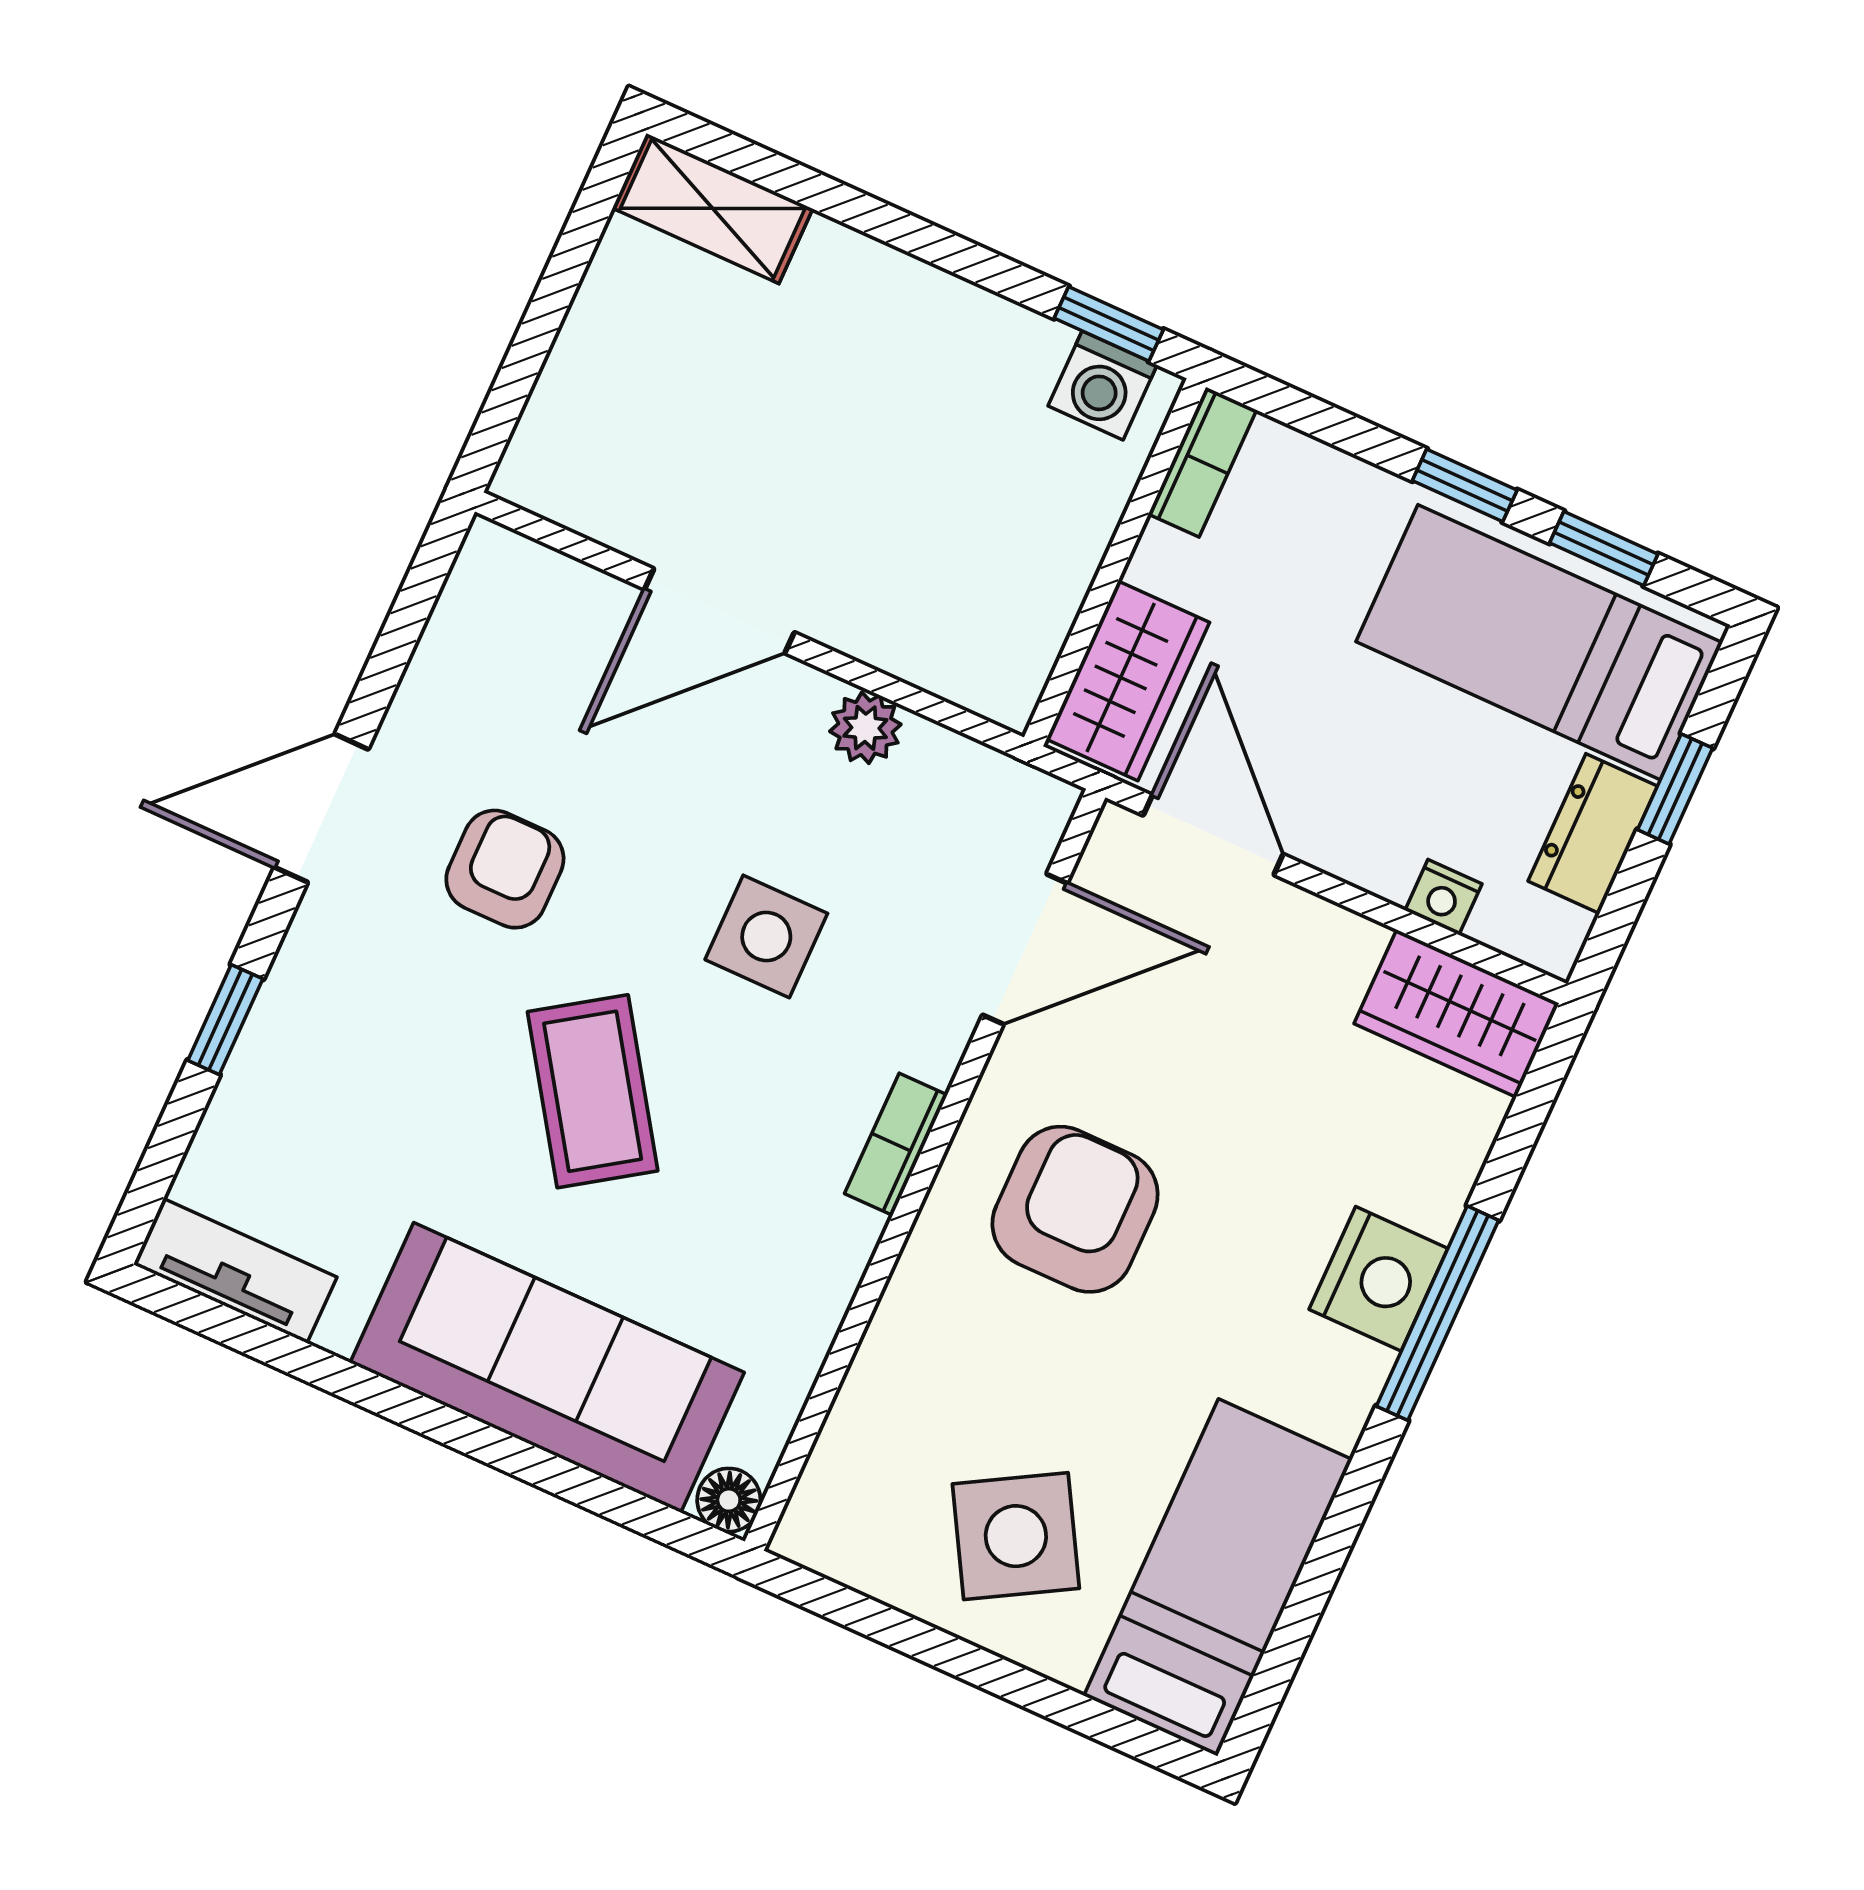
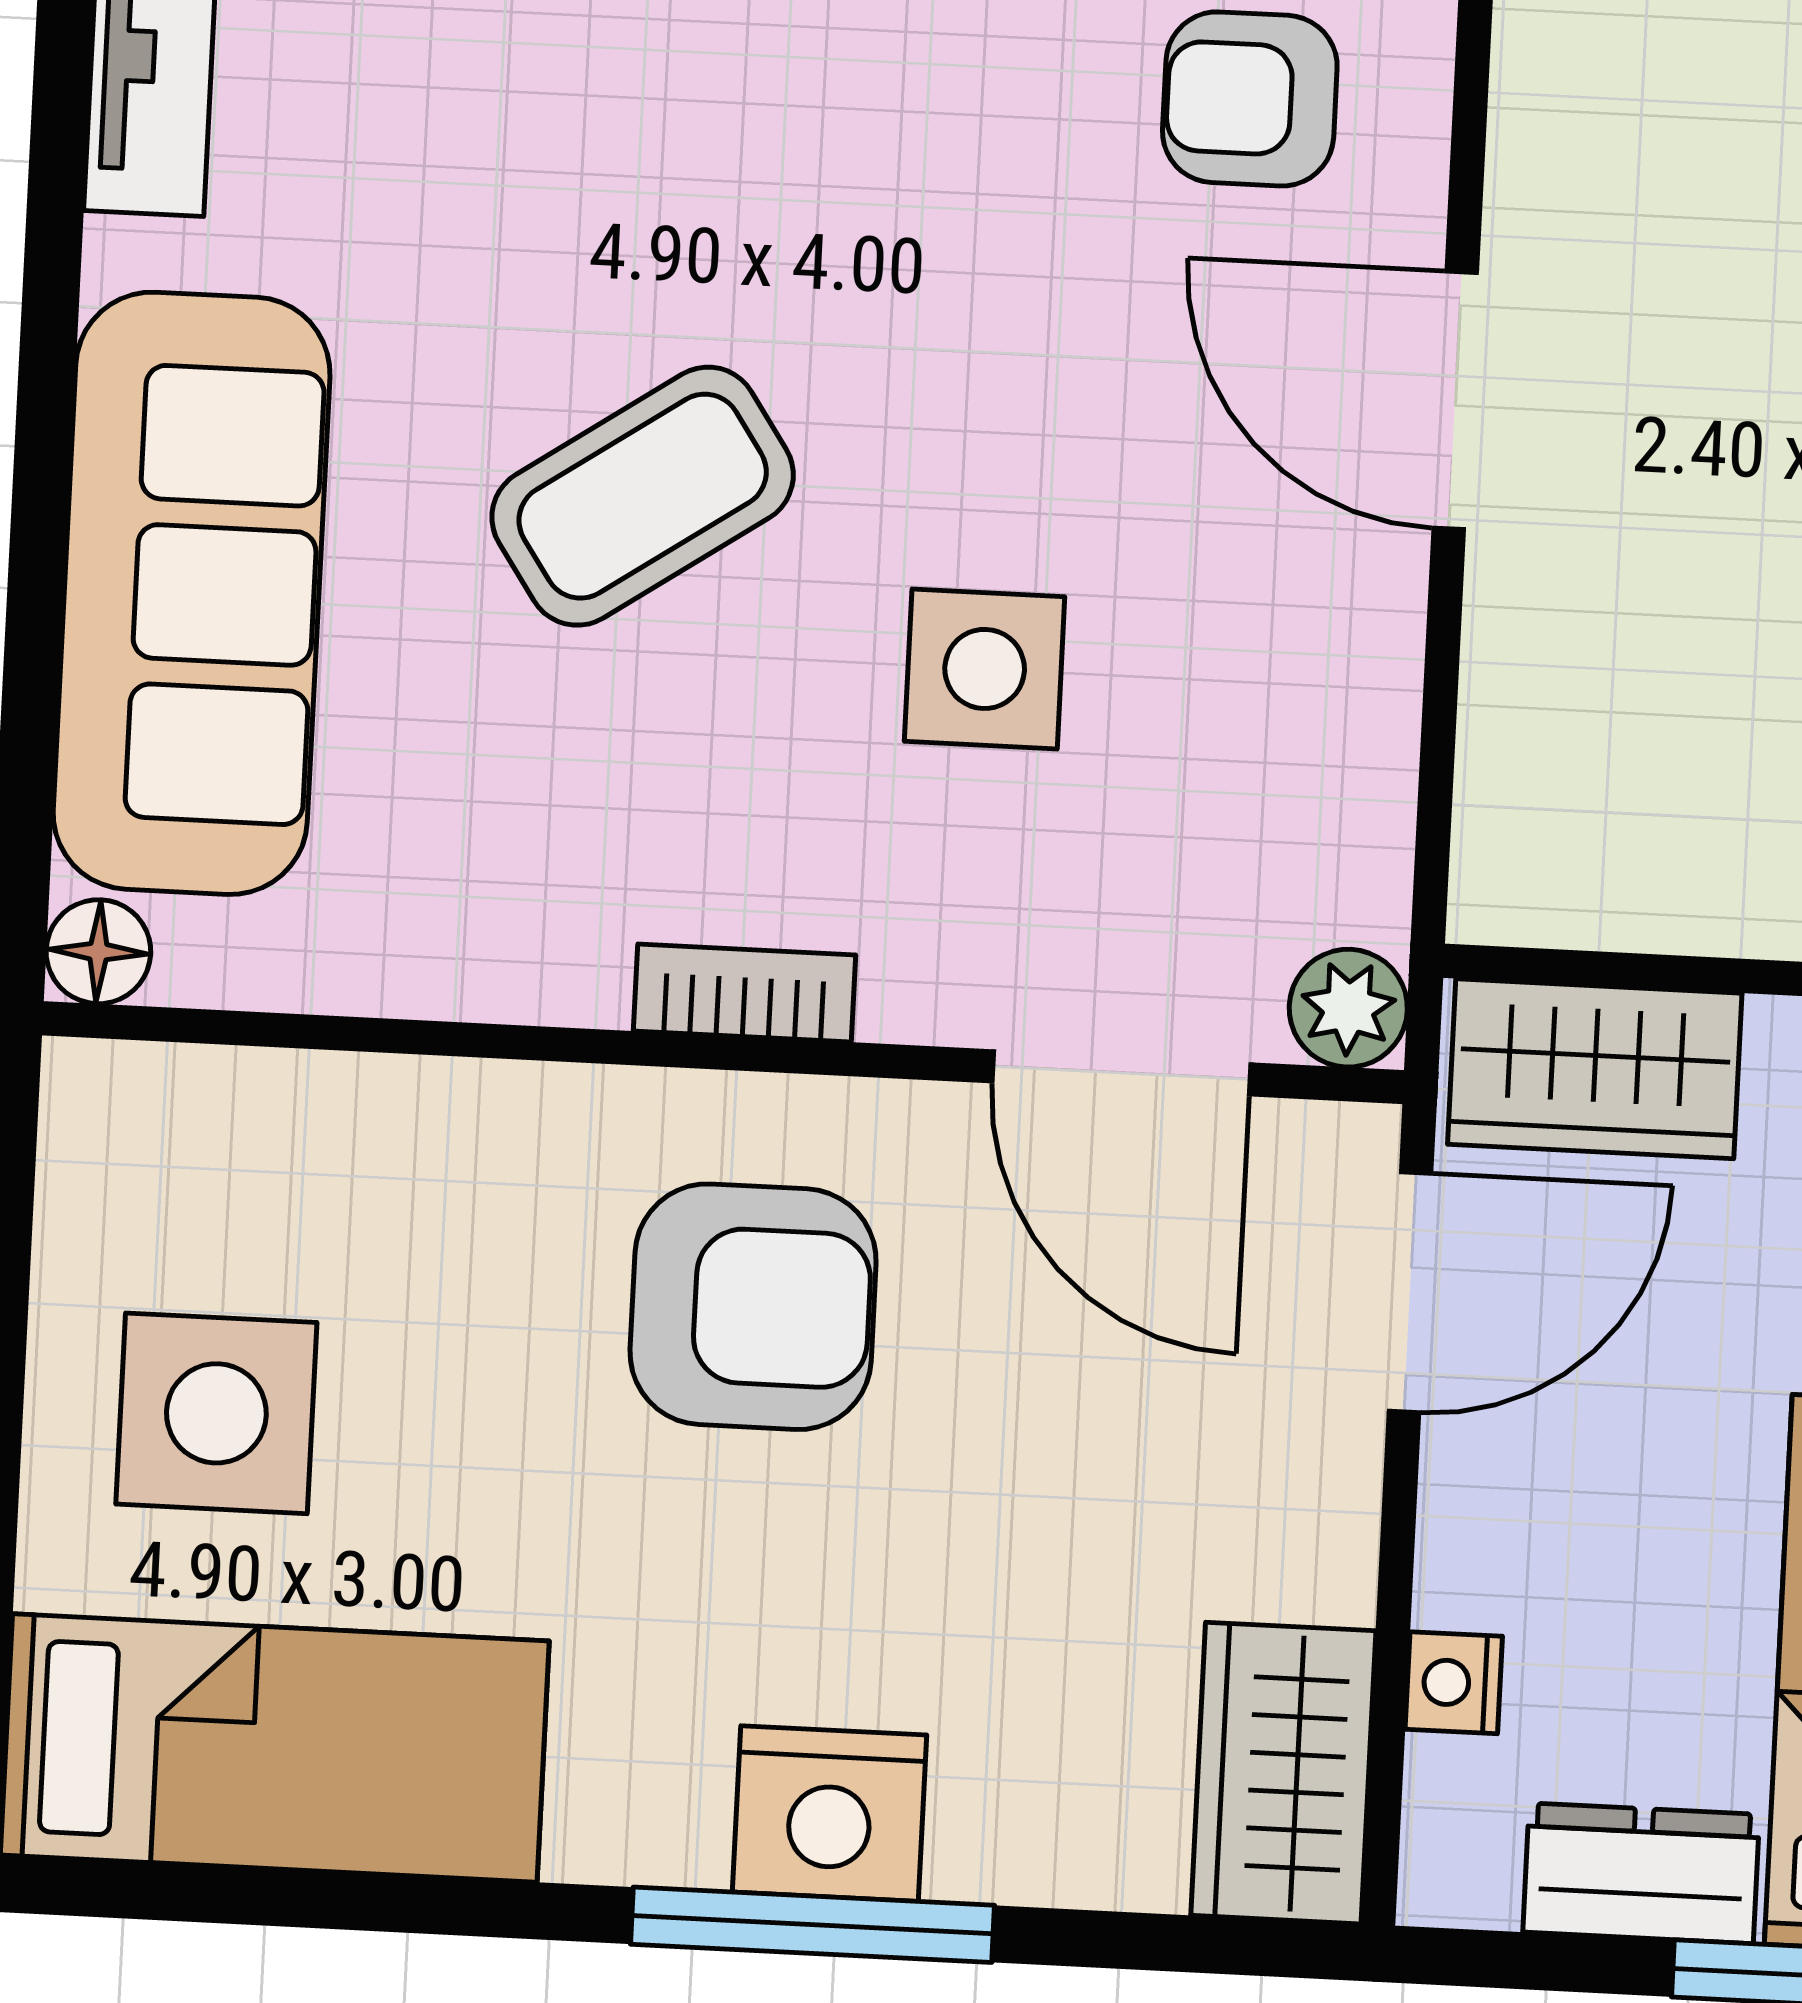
plant: (865, 728) -> (1348, 1008), moved
armchair: (505, 869) -> (1250, 99), moved, turned 180
side table: (1016, 1536) -> (216, 1413), turned 30

